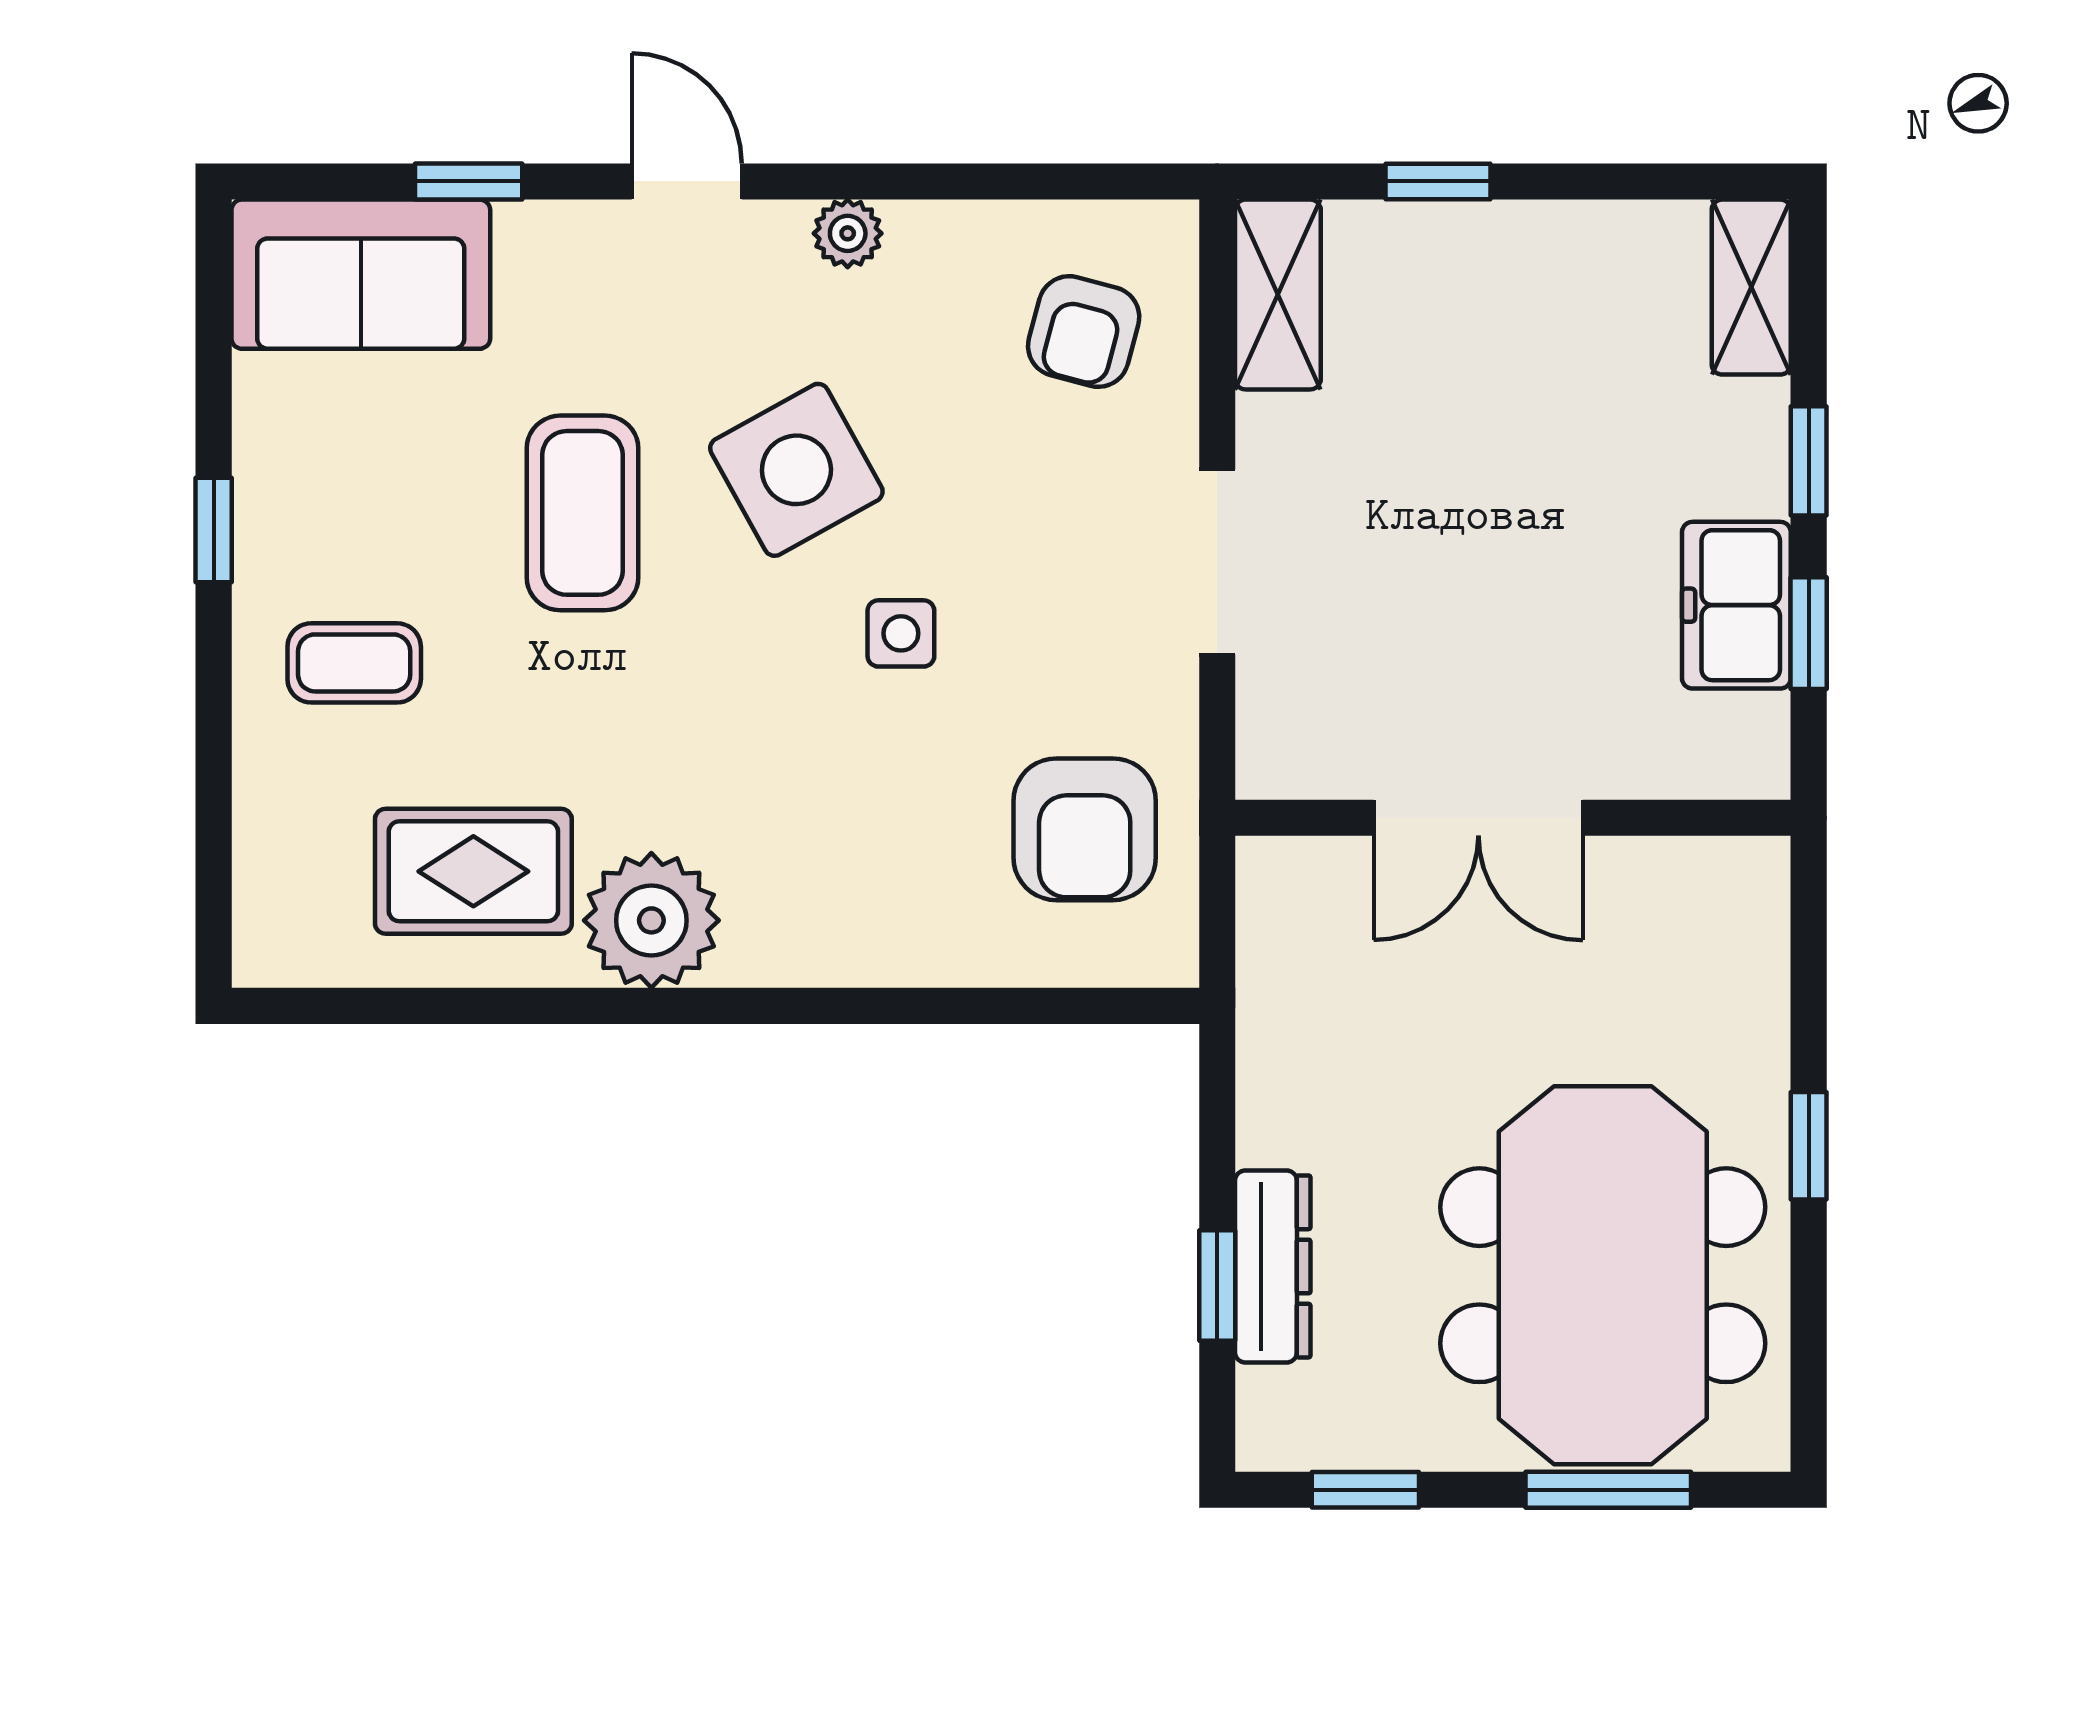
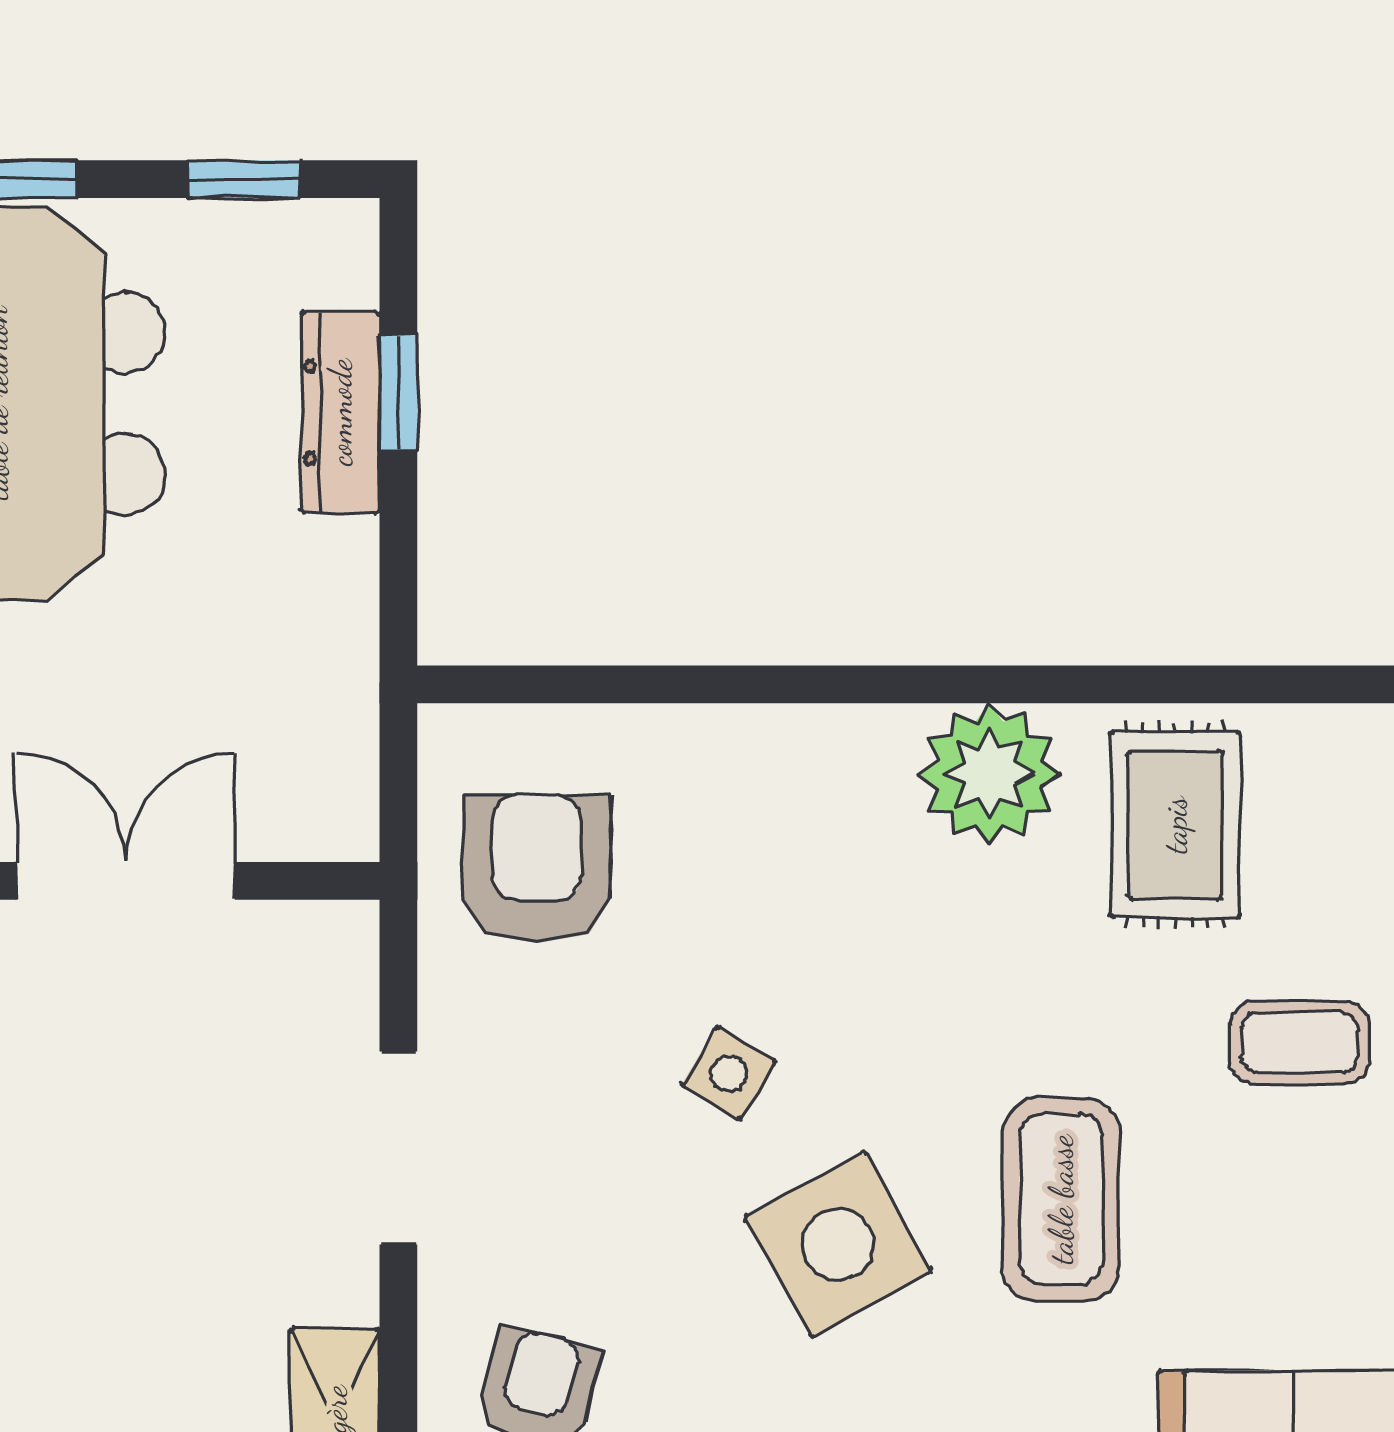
side table: (901, 633) -> (729, 1073), turned 31
rug: (473, 871) -> (1175, 825), turned 90

